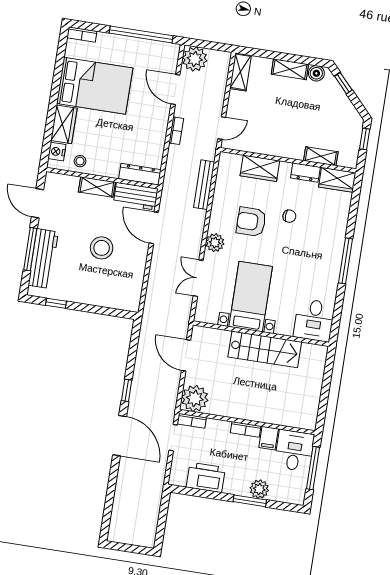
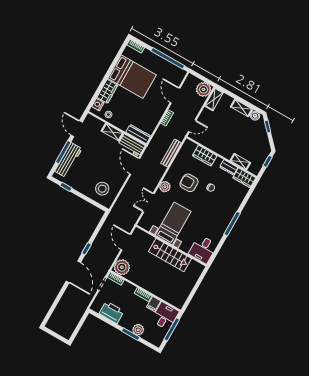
plant: (195, 59) -> (204, 89), moved
stool: (102, 248) -> (102, 189), moved

